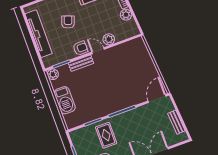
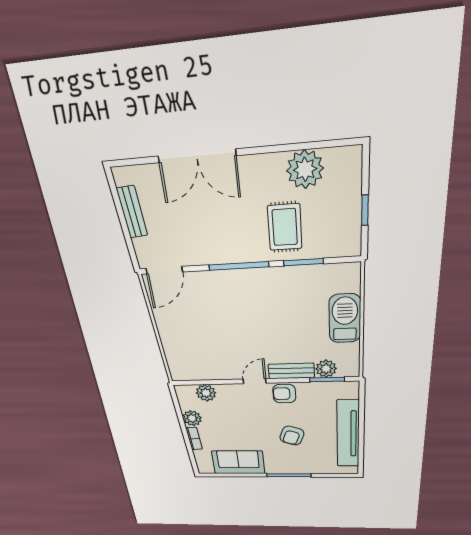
plant: (109, 39) -> (206, 393), moved
door: (98, 51) -> (255, 381), swing flipped
plant: (53, 74) -> (326, 369), moved

